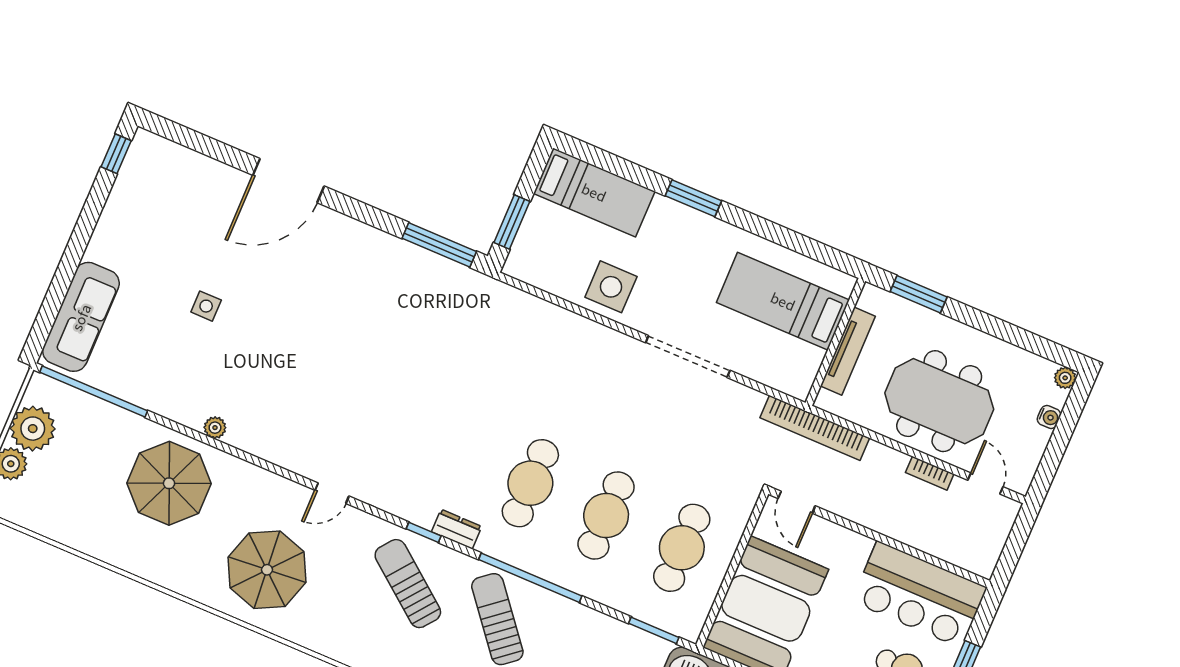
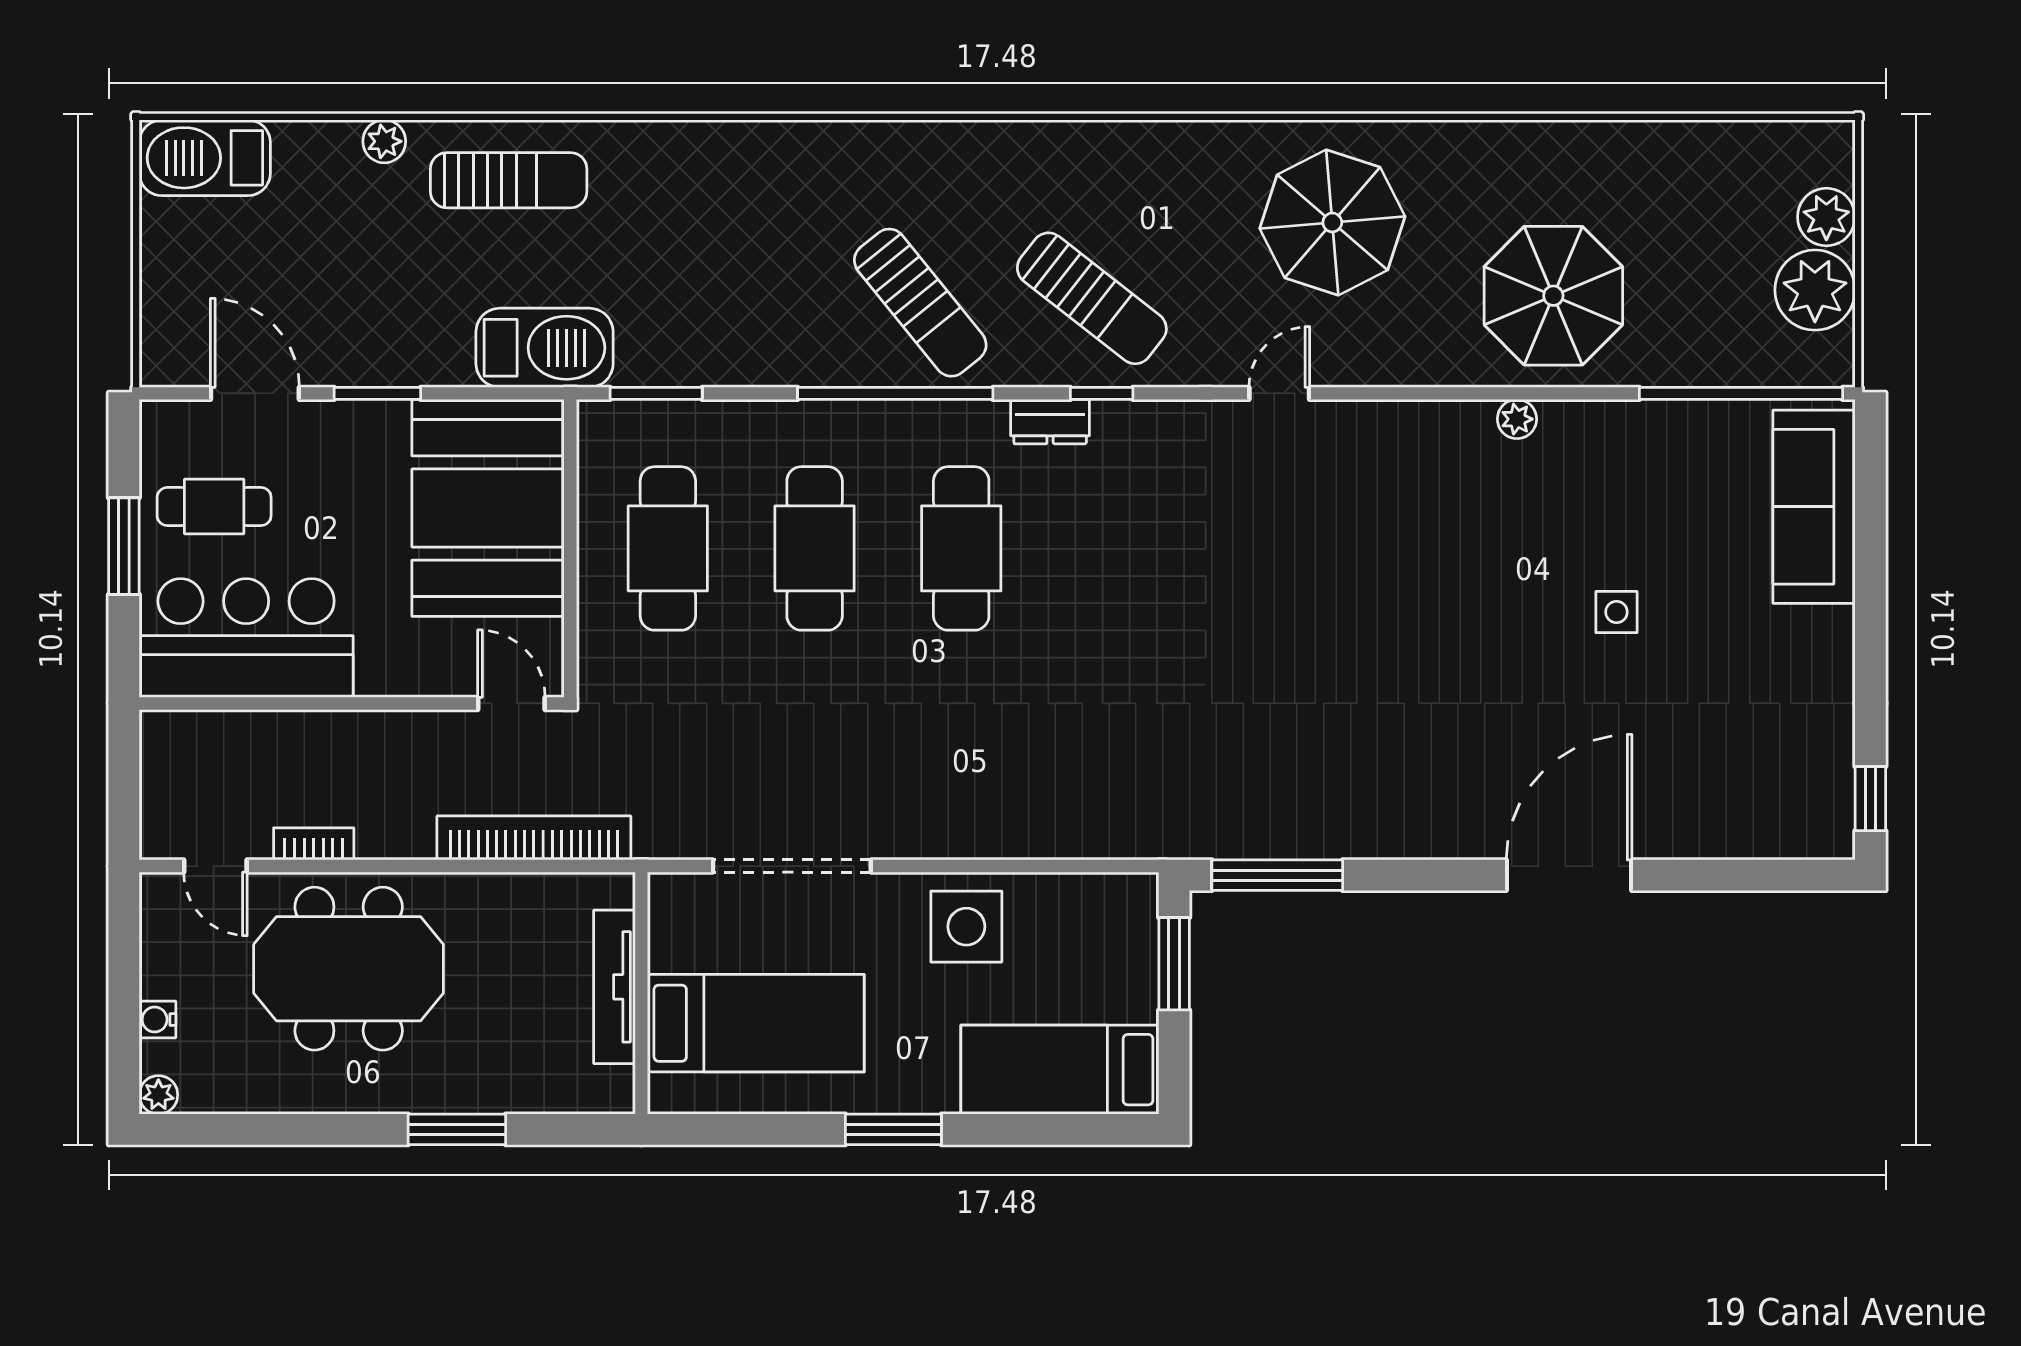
bed: (783, 301) -> (756, 1023), moved
wall: (835, 342) -> (641, 993), moved
tv unit: (848, 351) -> (614, 987), moved

